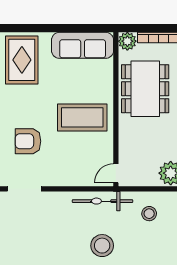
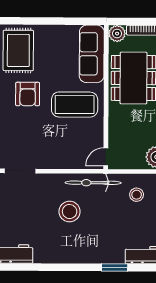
sofa: (83, 45) -> (92, 54), moved, turned 90
armchair: (28, 141) -> (28, 94), moved, turned -90
stool: (102, 246) -> (70, 212), moved

